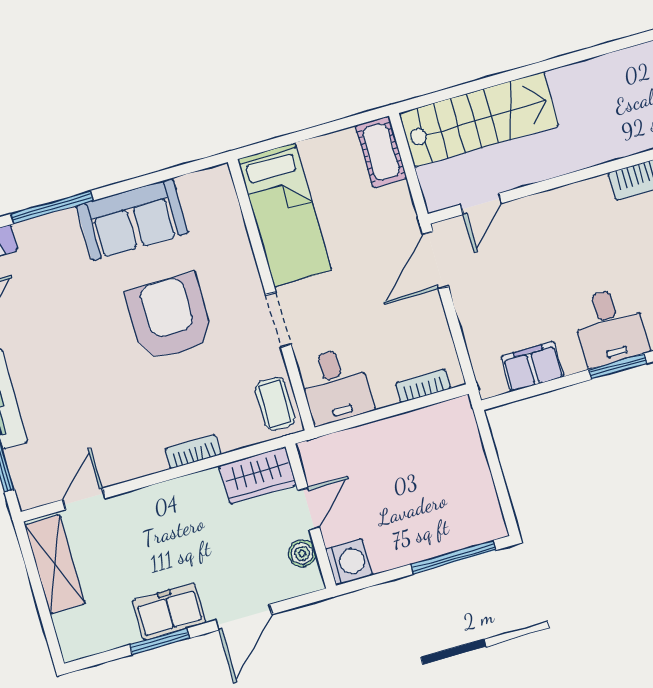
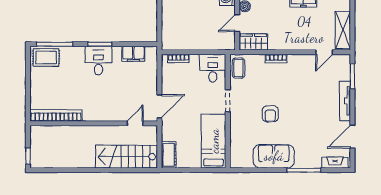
armchair: (169, 317) -> (270, 114), width x0.53, depth x0.53

